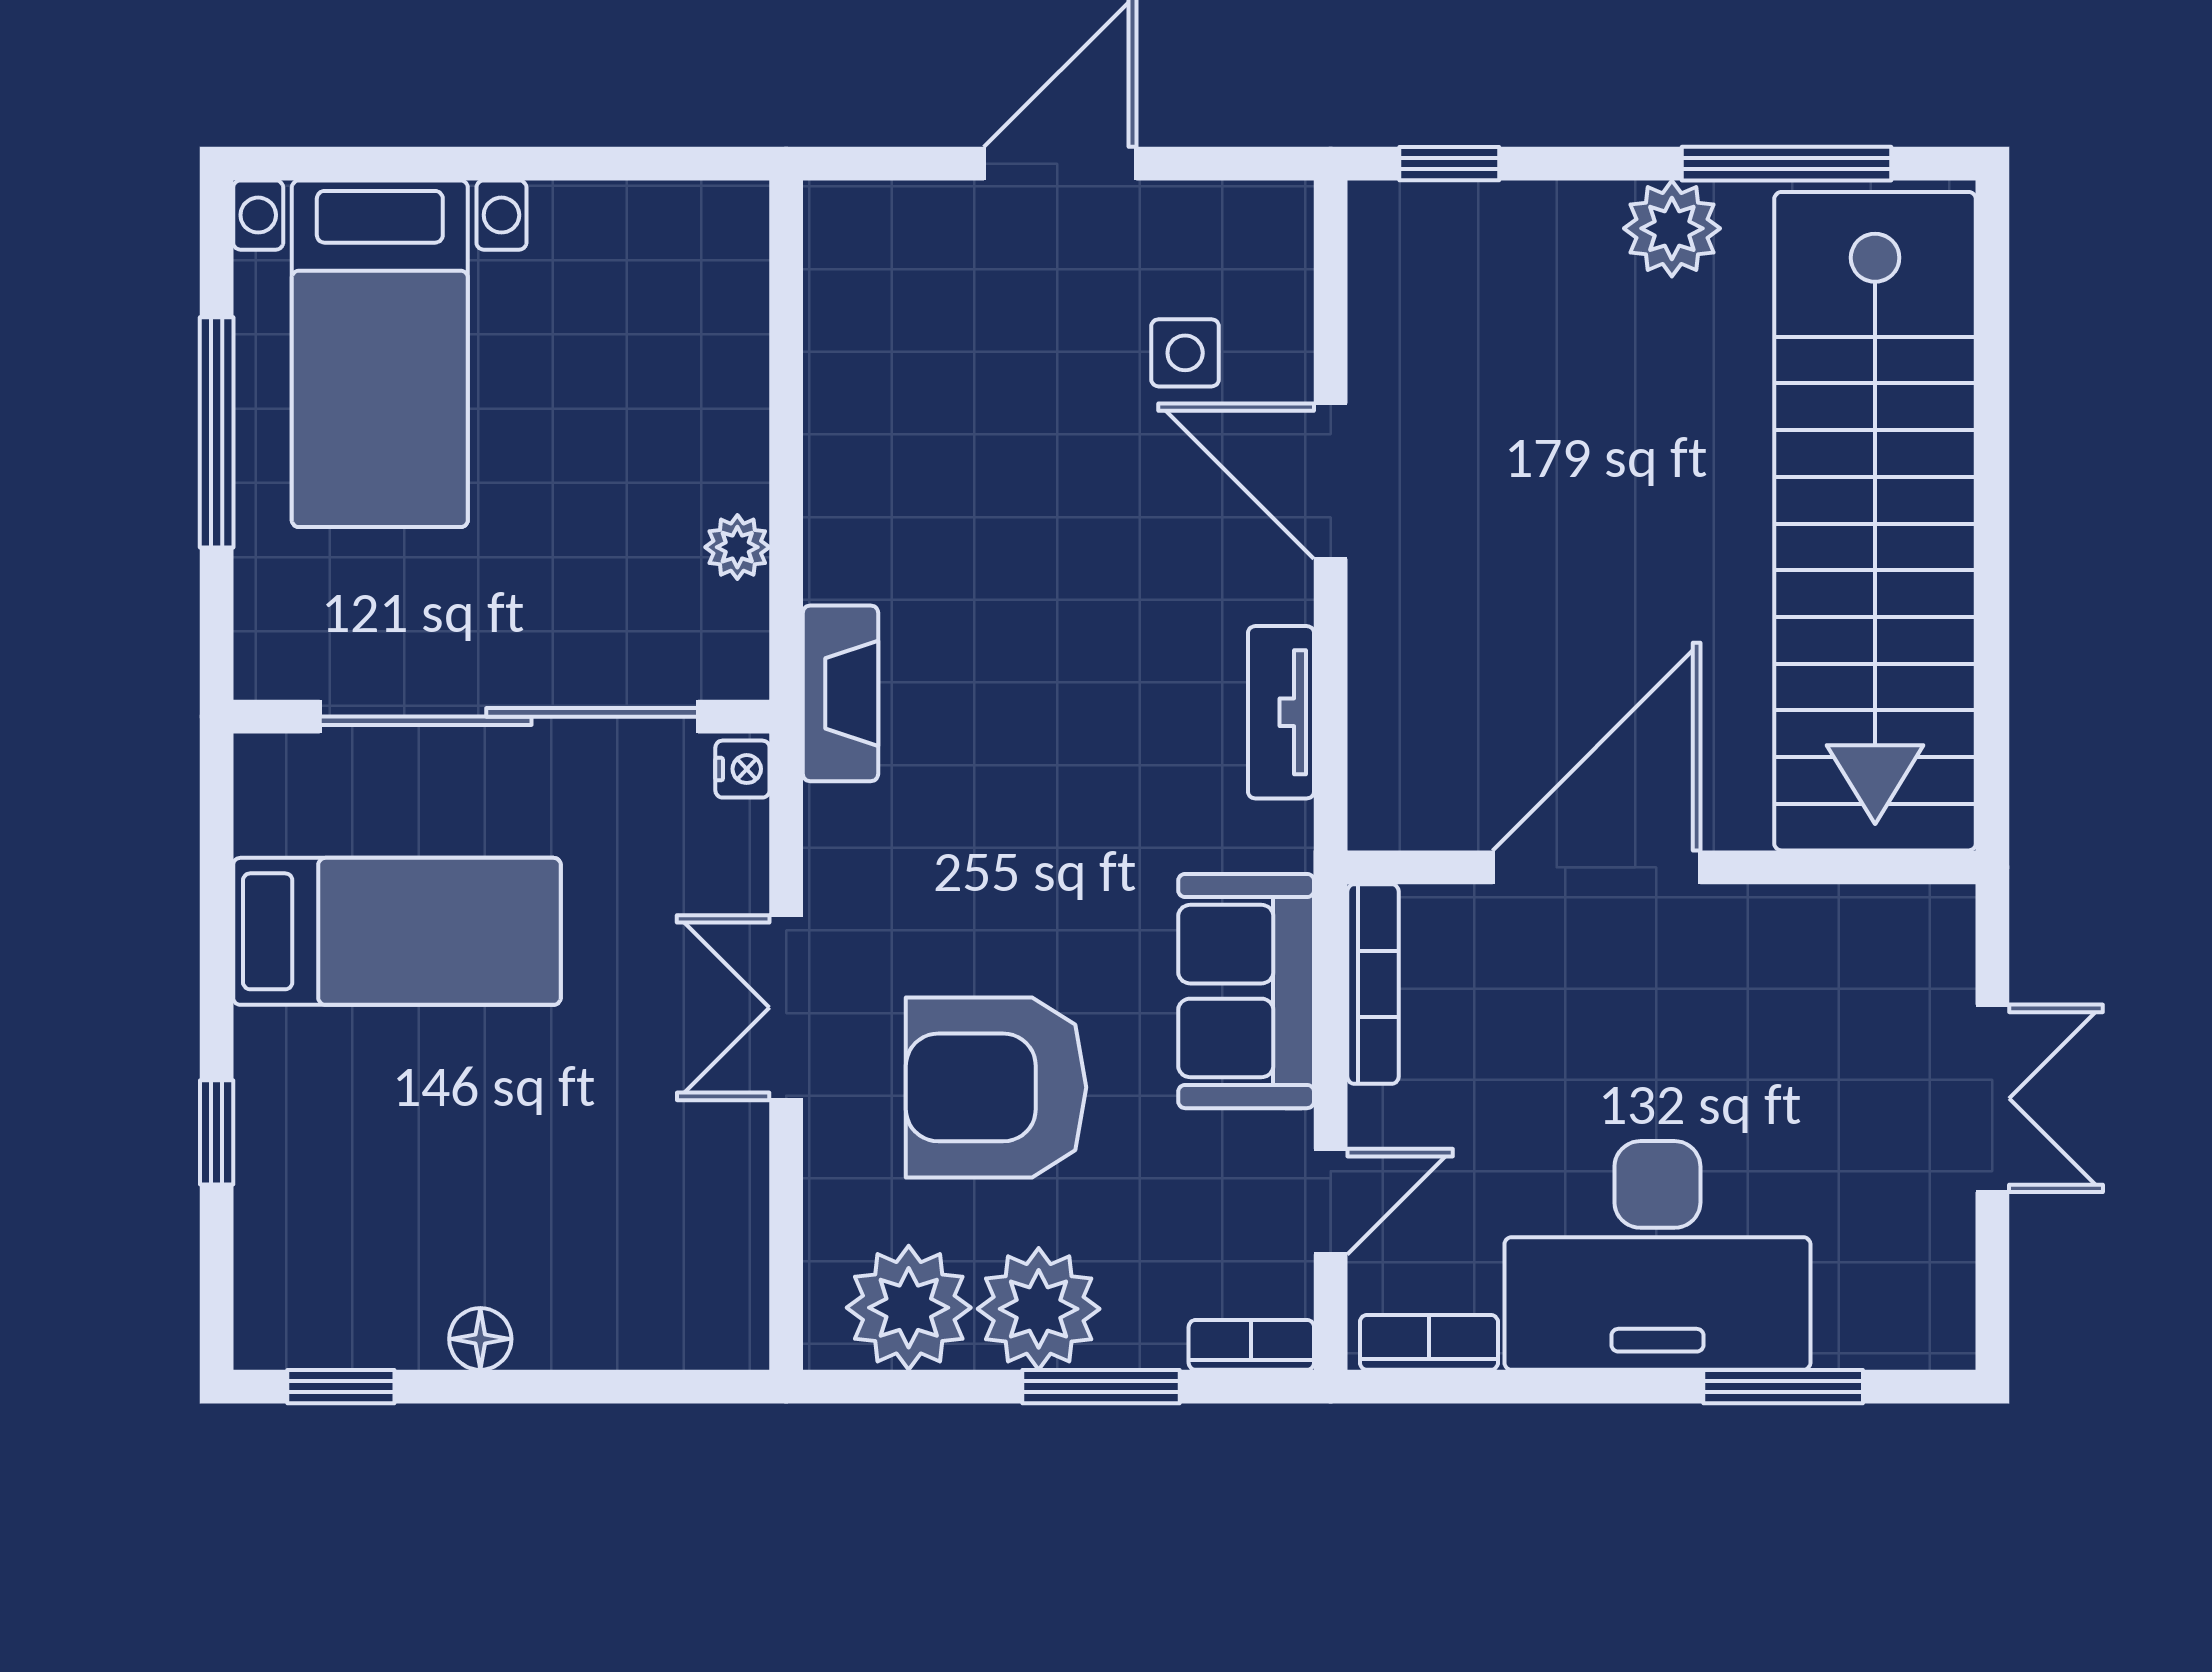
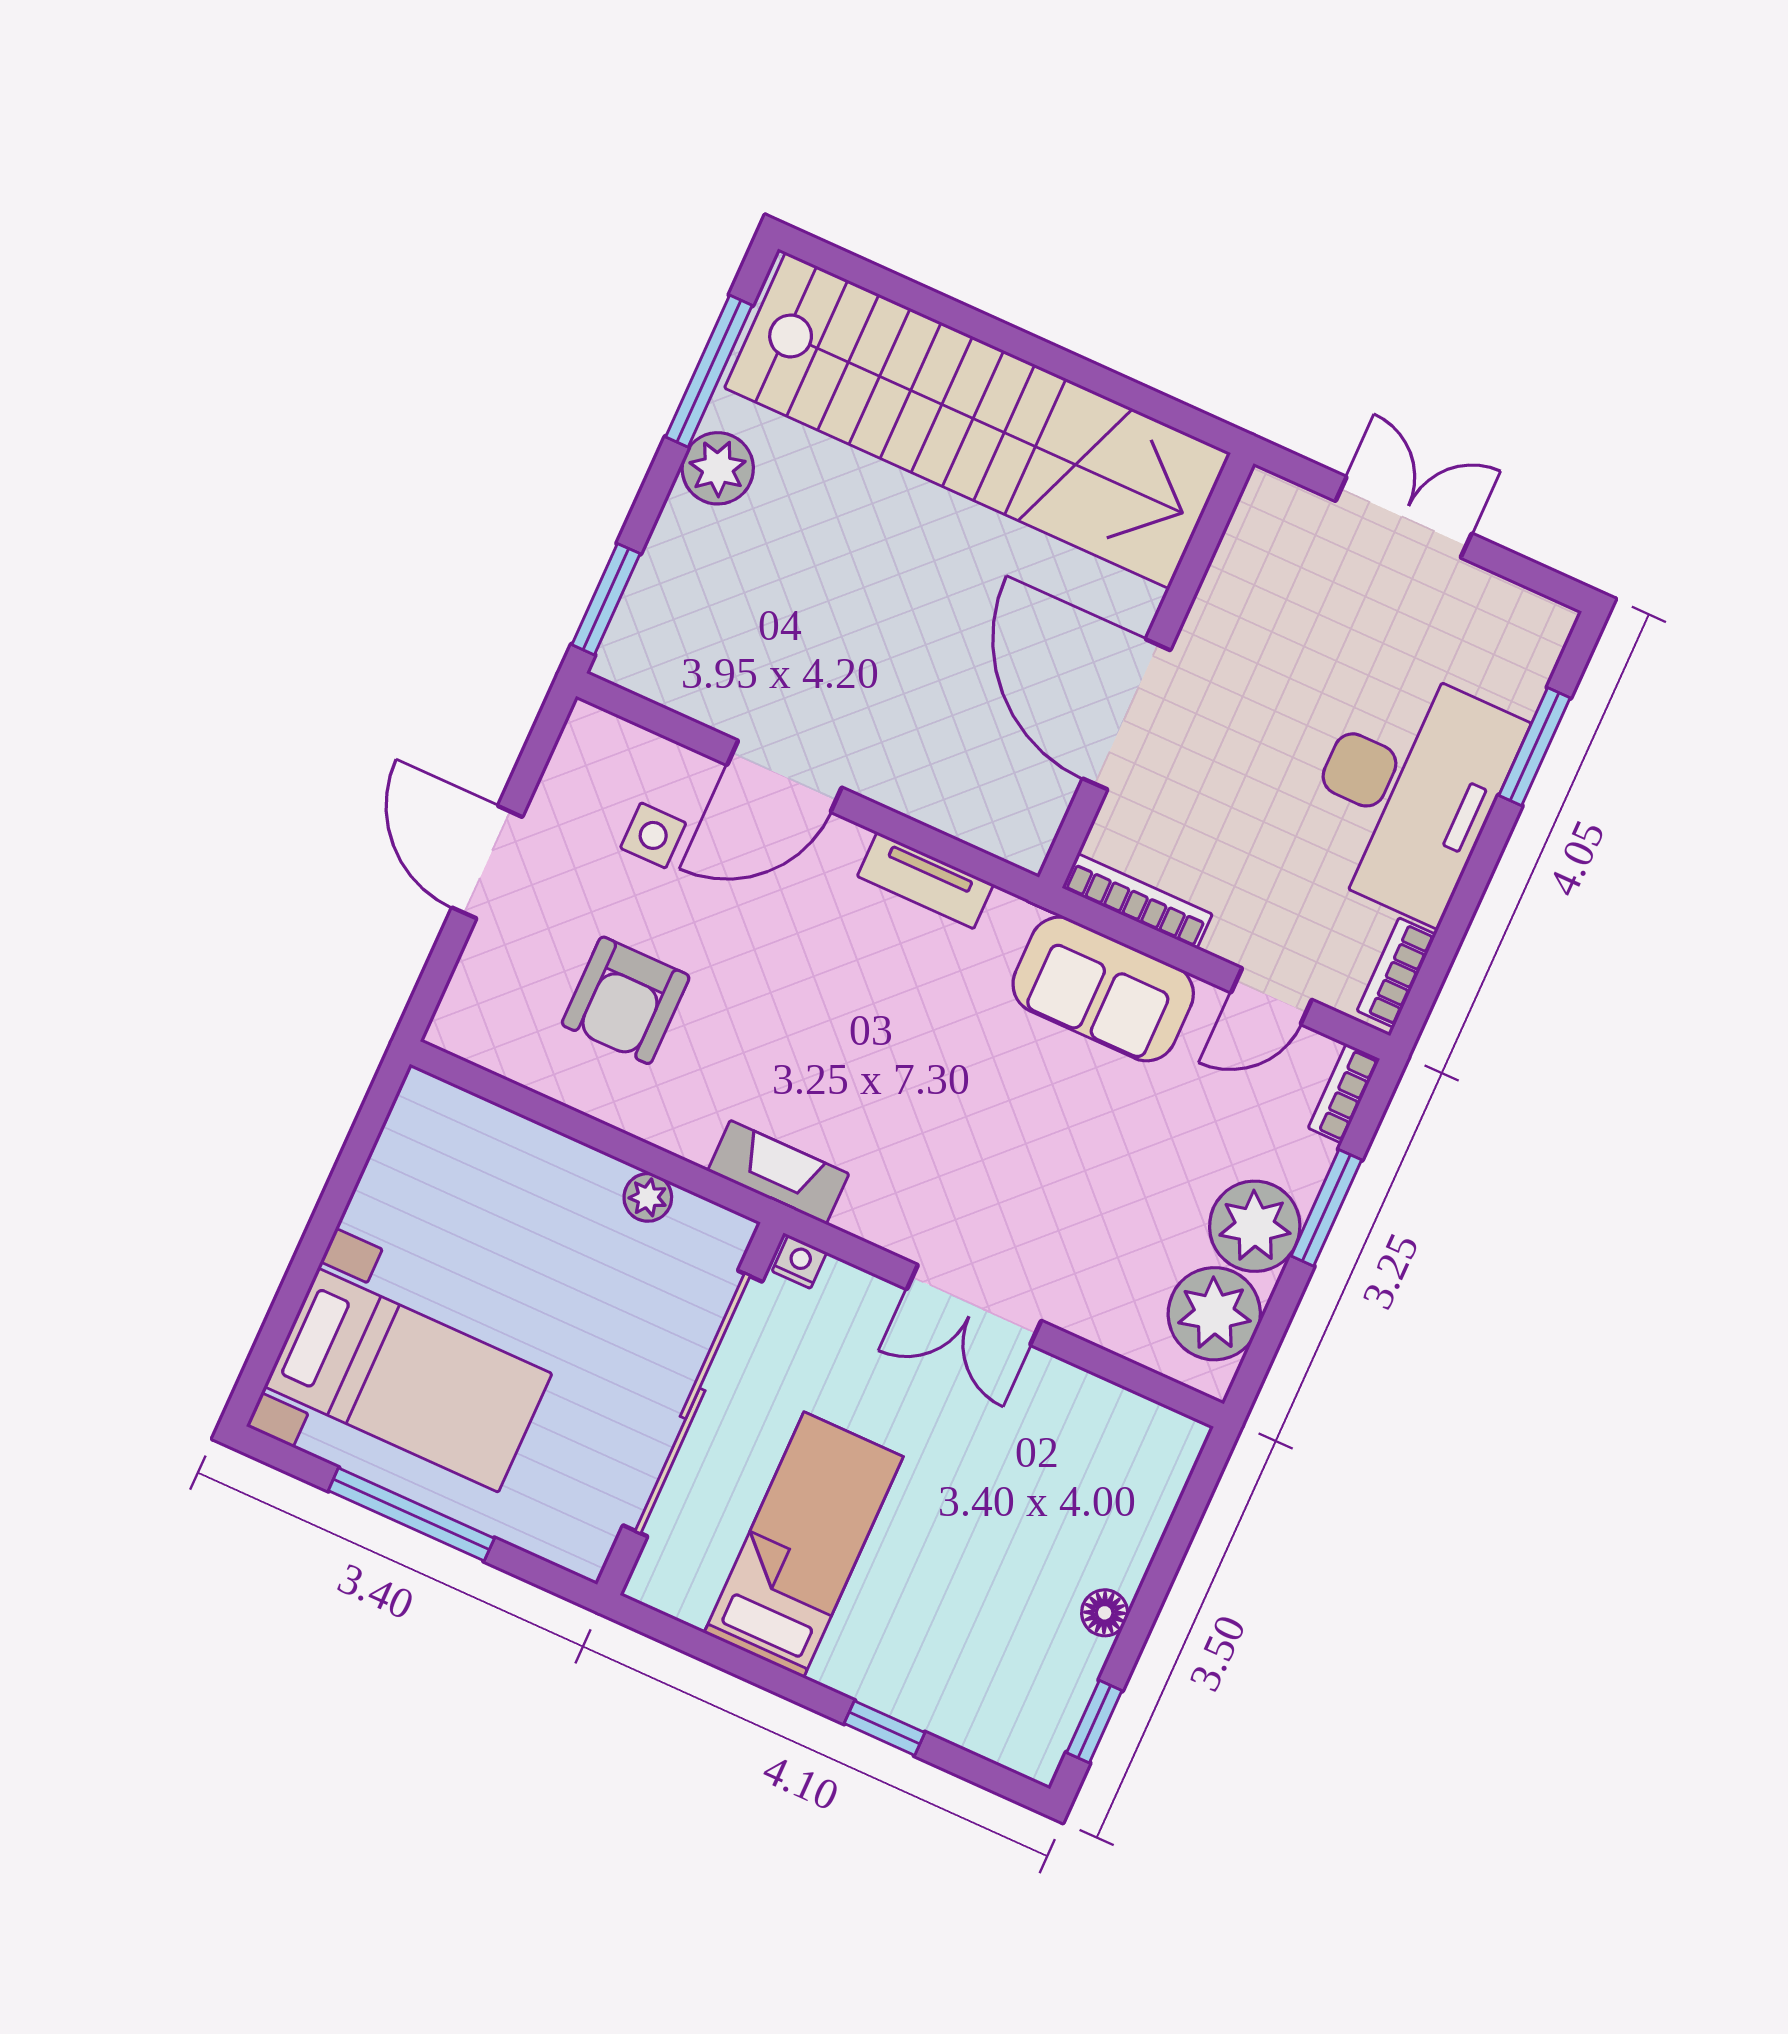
window: (1449, 164) -> (606, 599), width x1.50
armchair: (996, 1087) -> (626, 1000), moved, width x0.73, depth x0.73
door: (1331, 1202) -> (1271, 996), swing flipped

